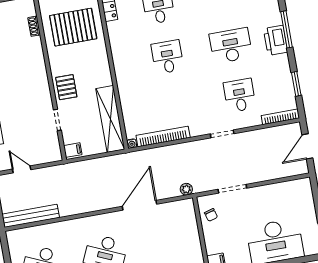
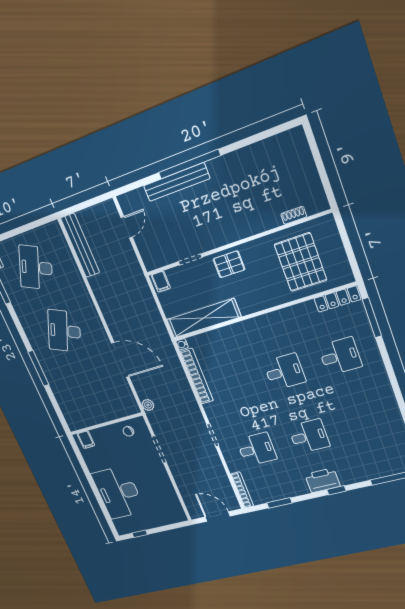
window: (287, 29) -> (336, 490), width x0.46
desk: (231, 46) -> (309, 436), width x0.73

